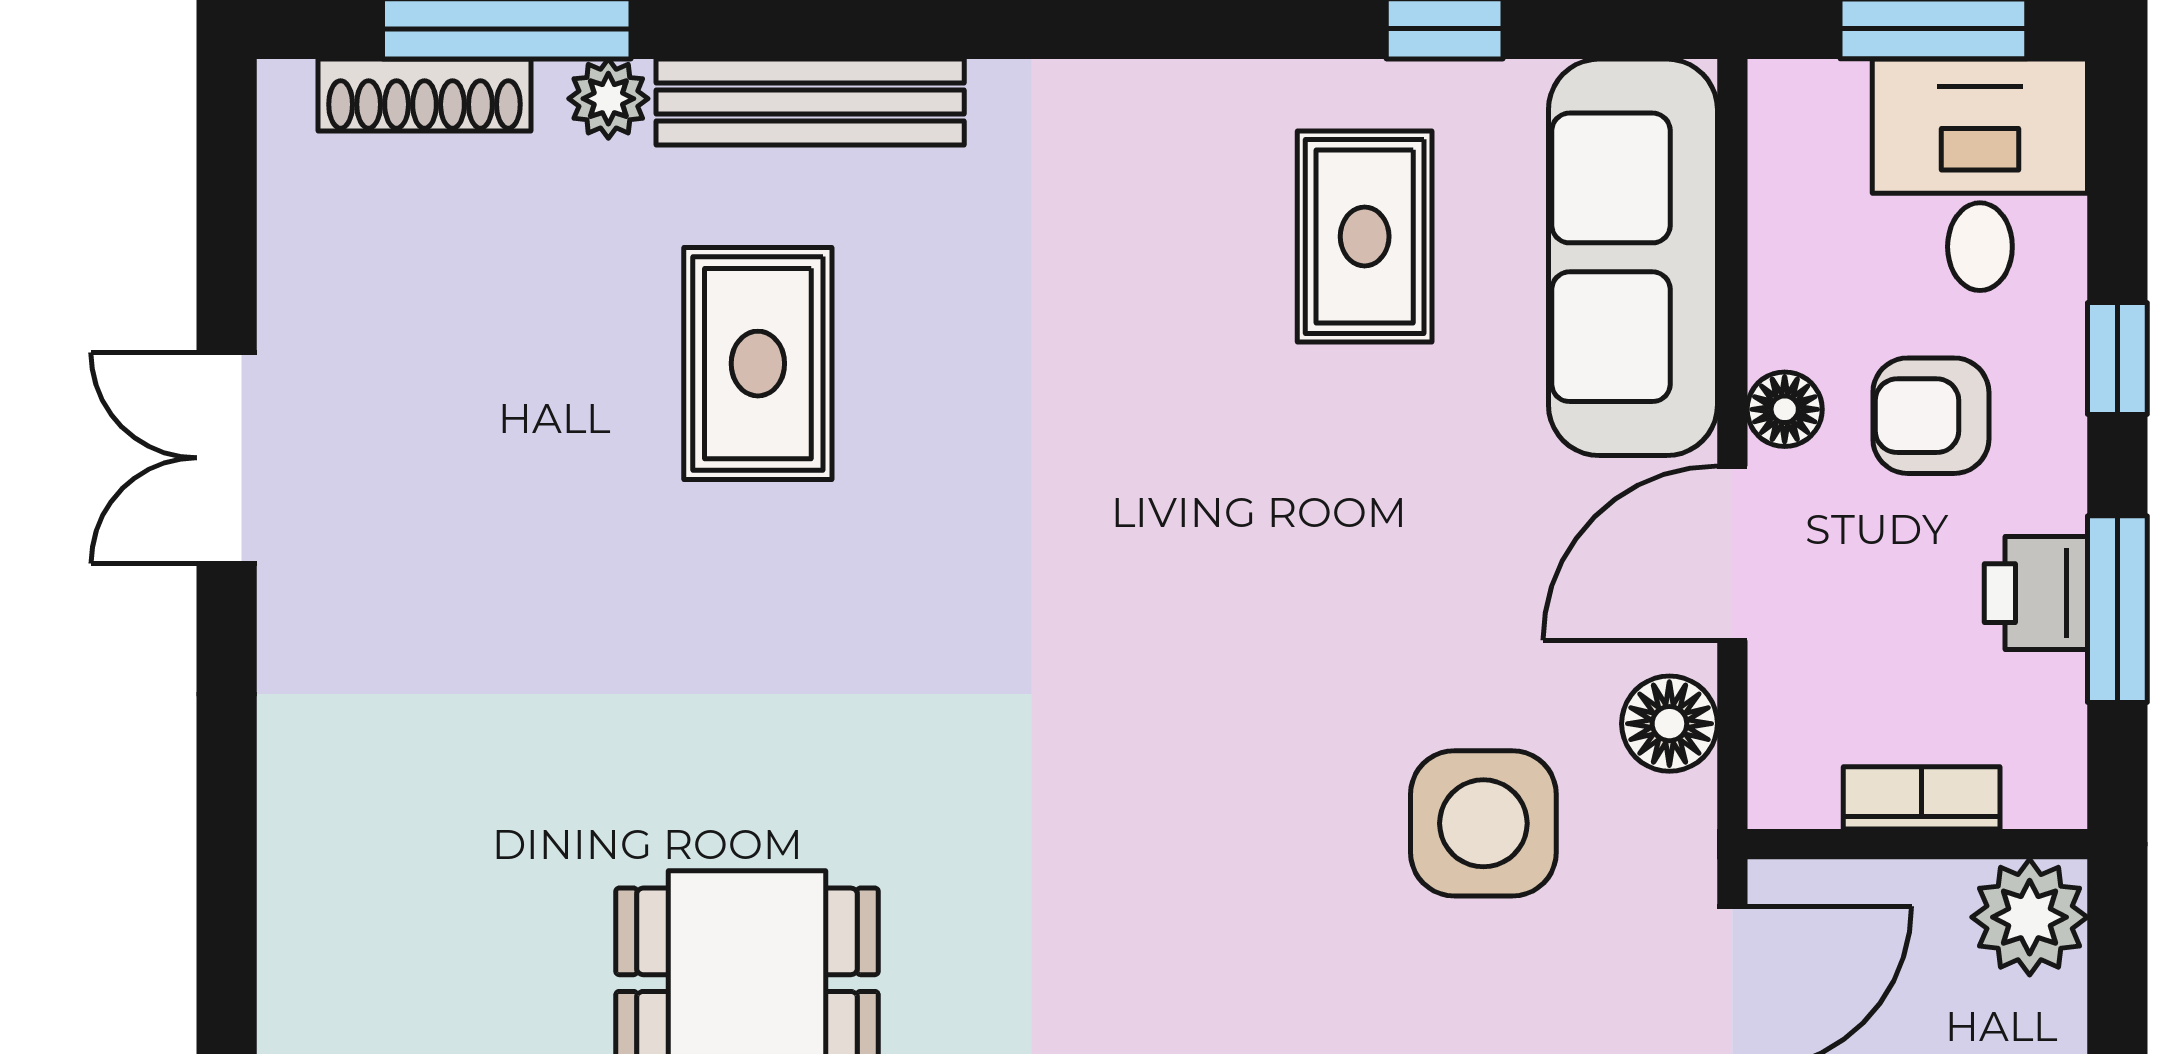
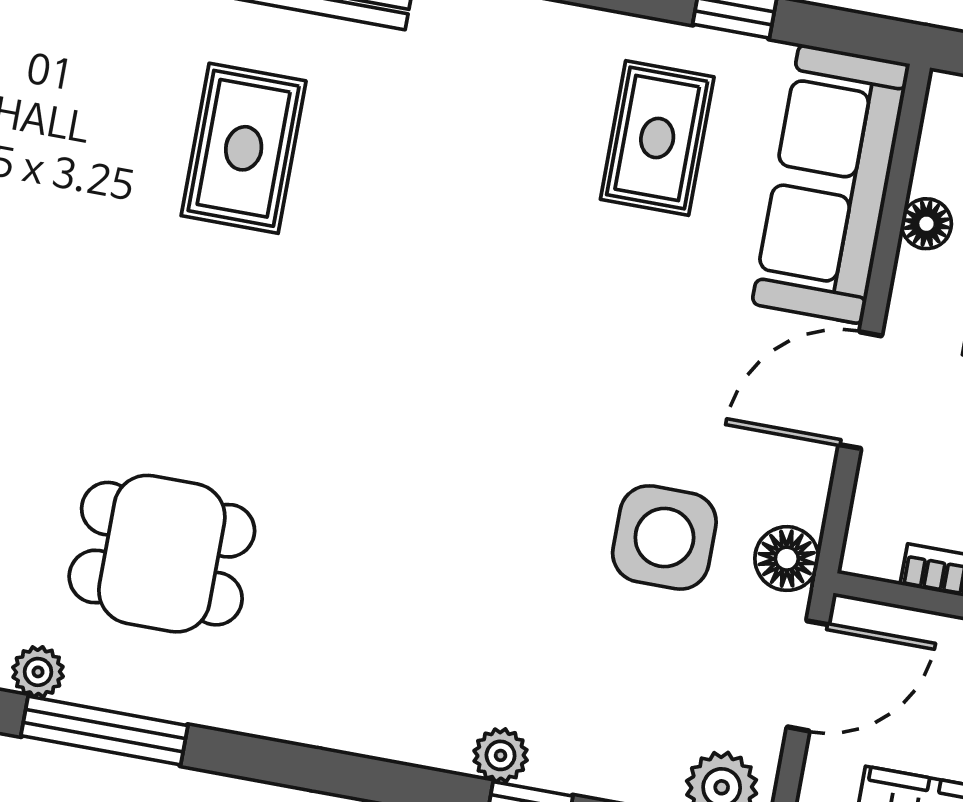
floor lamp: (1785, 409) -> (926, 224), moved
floor lamp: (1669, 724) -> (787, 559), moved

